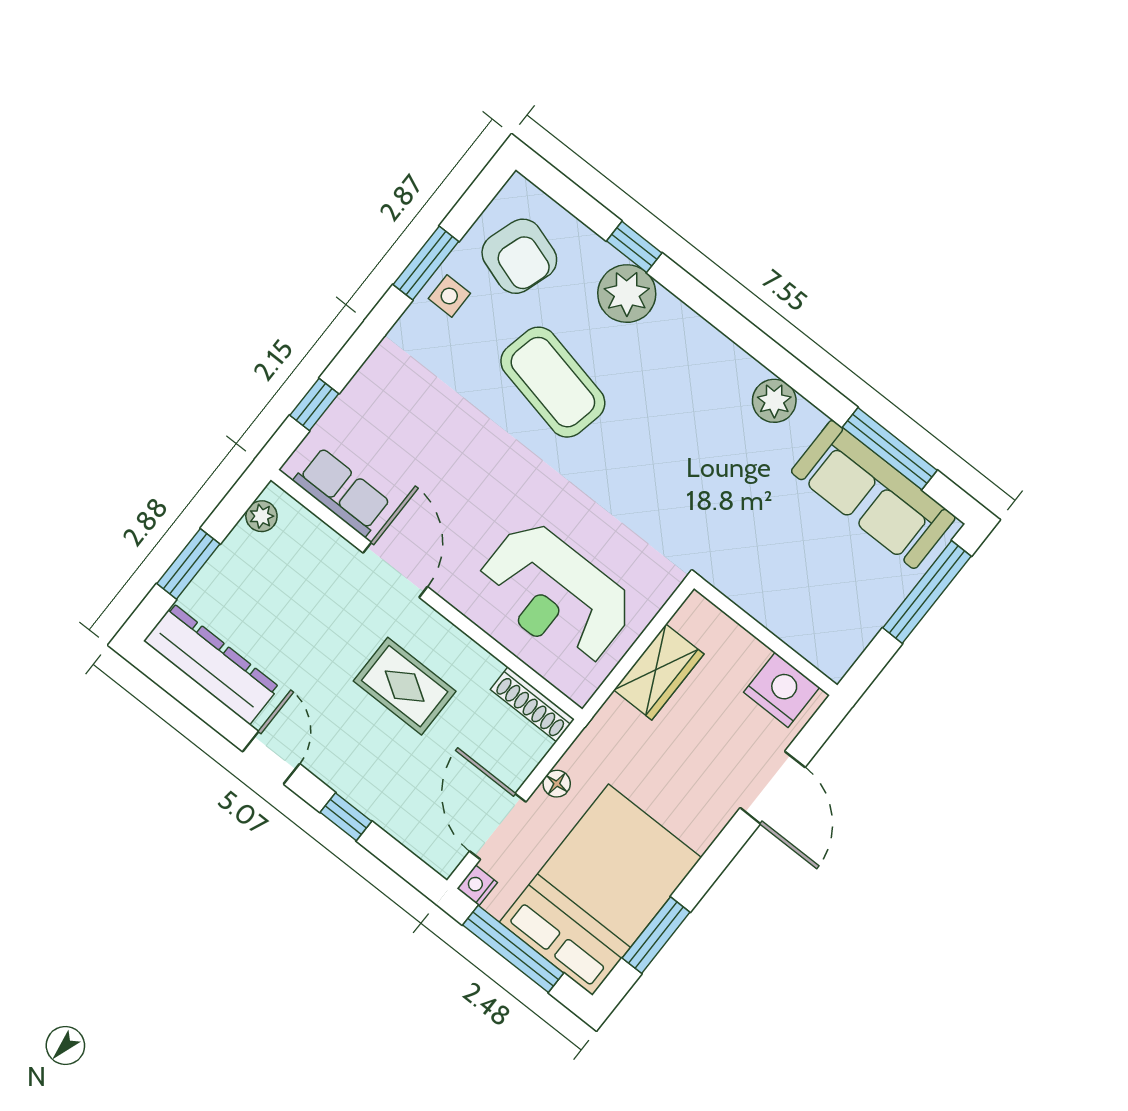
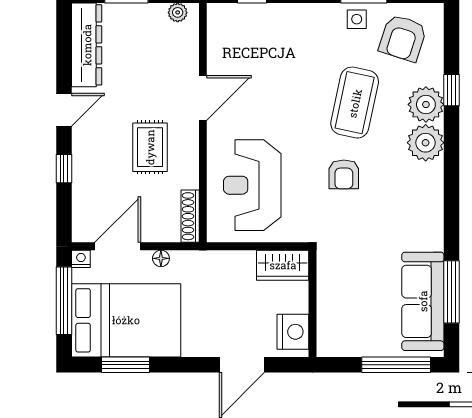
plant: (774, 401) -> (426, 143), moved, width x1.36, depth x1.36
armchair: (633, 468) -> (344, 174), added
row of seats: (342, 492) -> (220, 42), removed
wardrobe: (659, 672) -> (283, 265), moved

